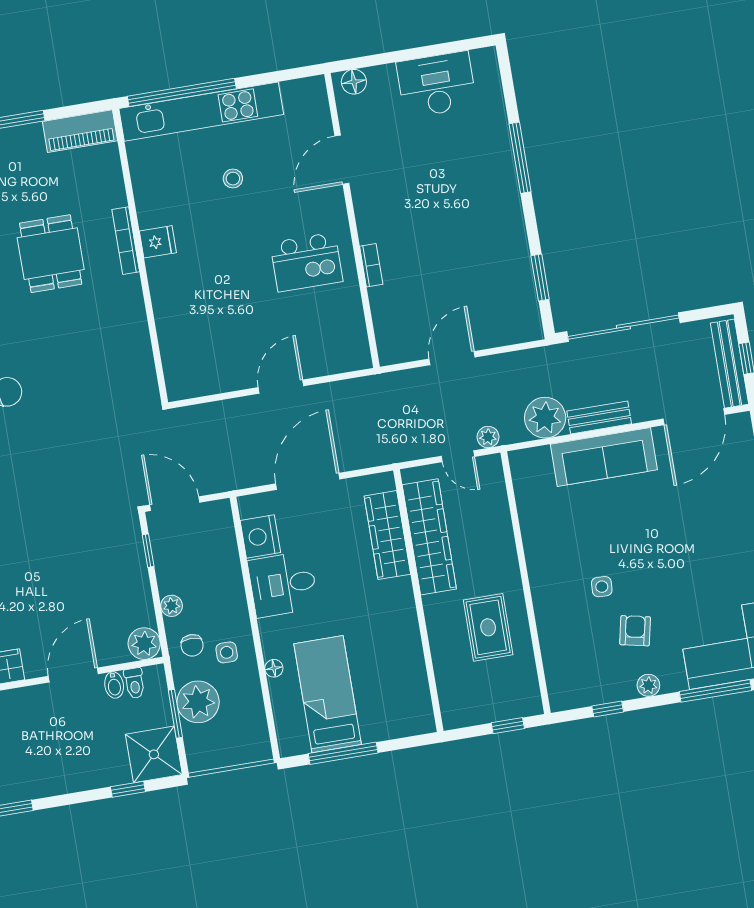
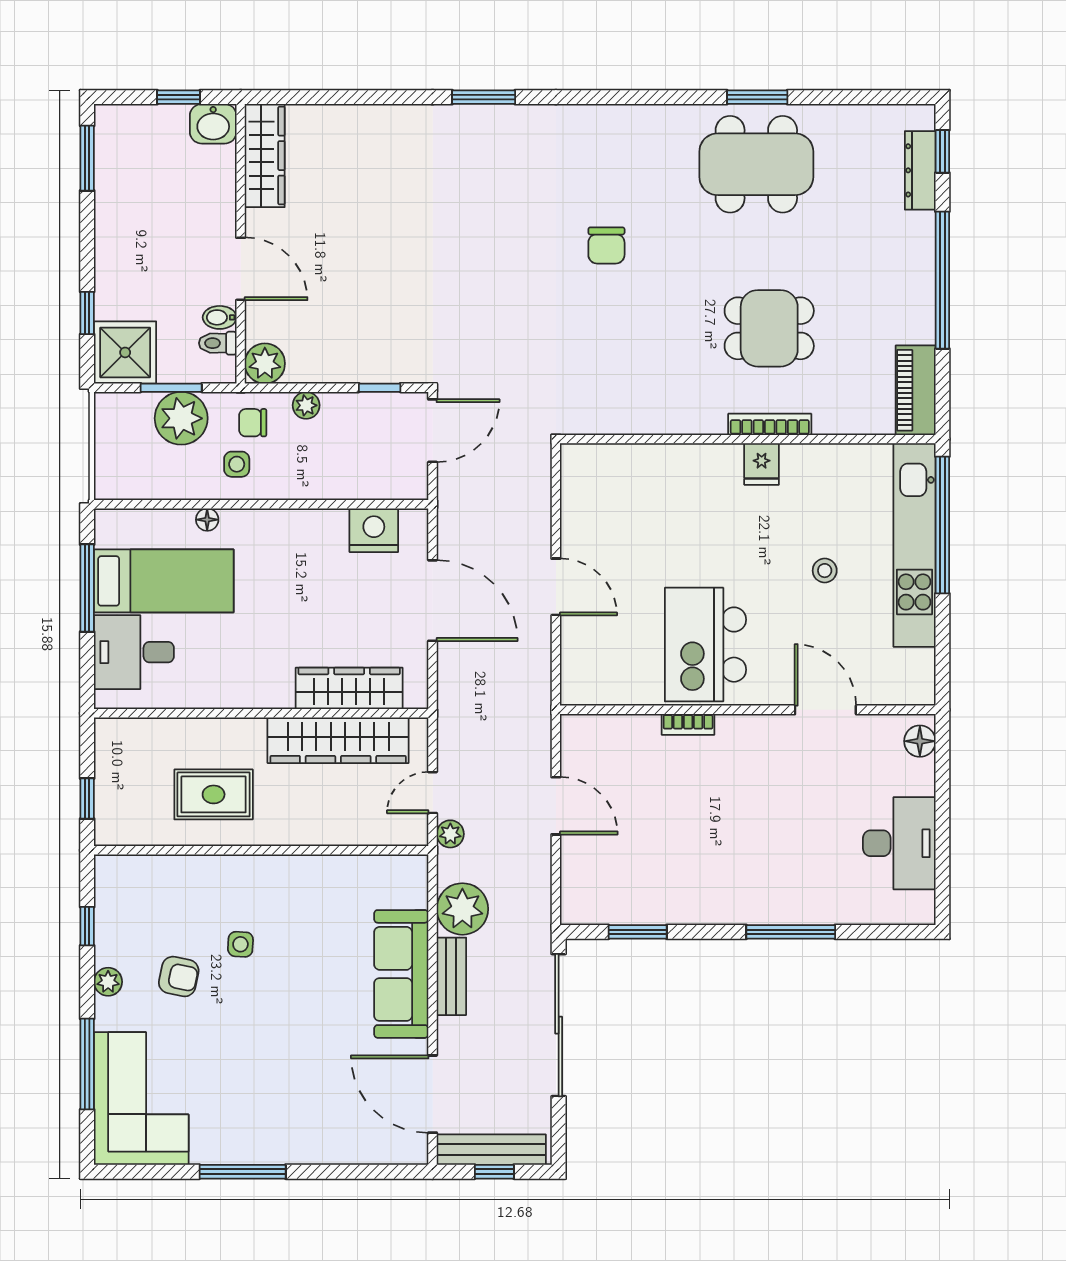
kitchen island: (306, 262) -> (705, 645), width x1.37, depth x1.28
desk: (283, 584) -> (134, 652), moved, turned -90

